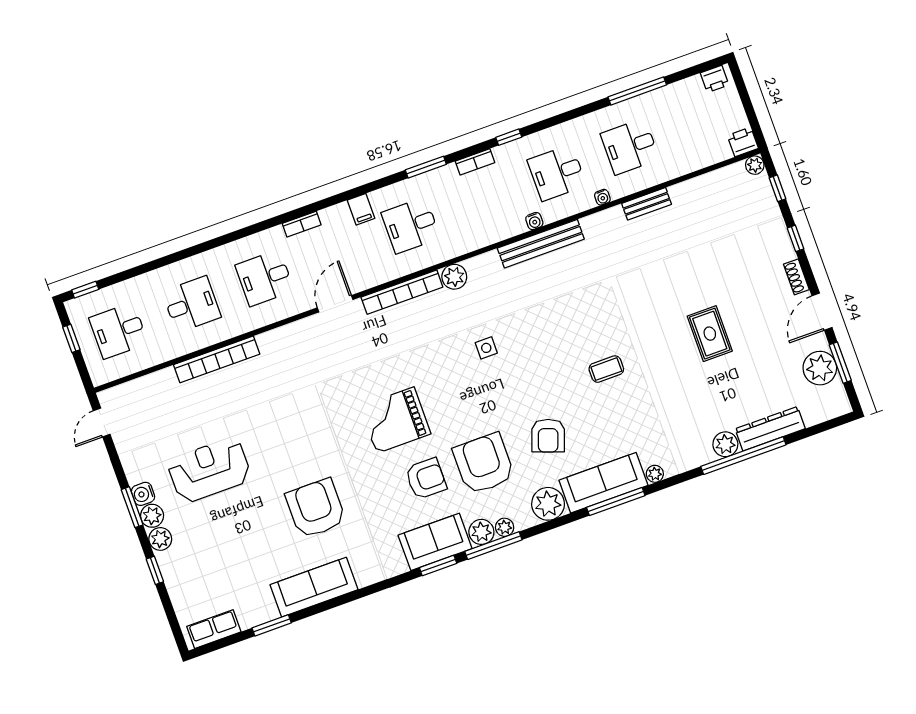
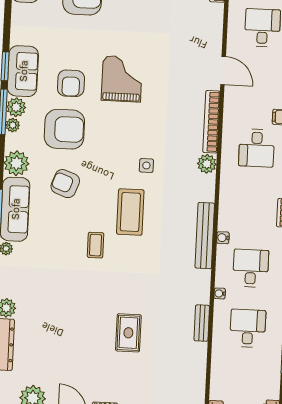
desk: (411, 225) -> (257, 148), turned 180
rug: (710, 334) -> (128, 333), moved, turned 90
coffee table: (550, 344) -> (130, 212), added

